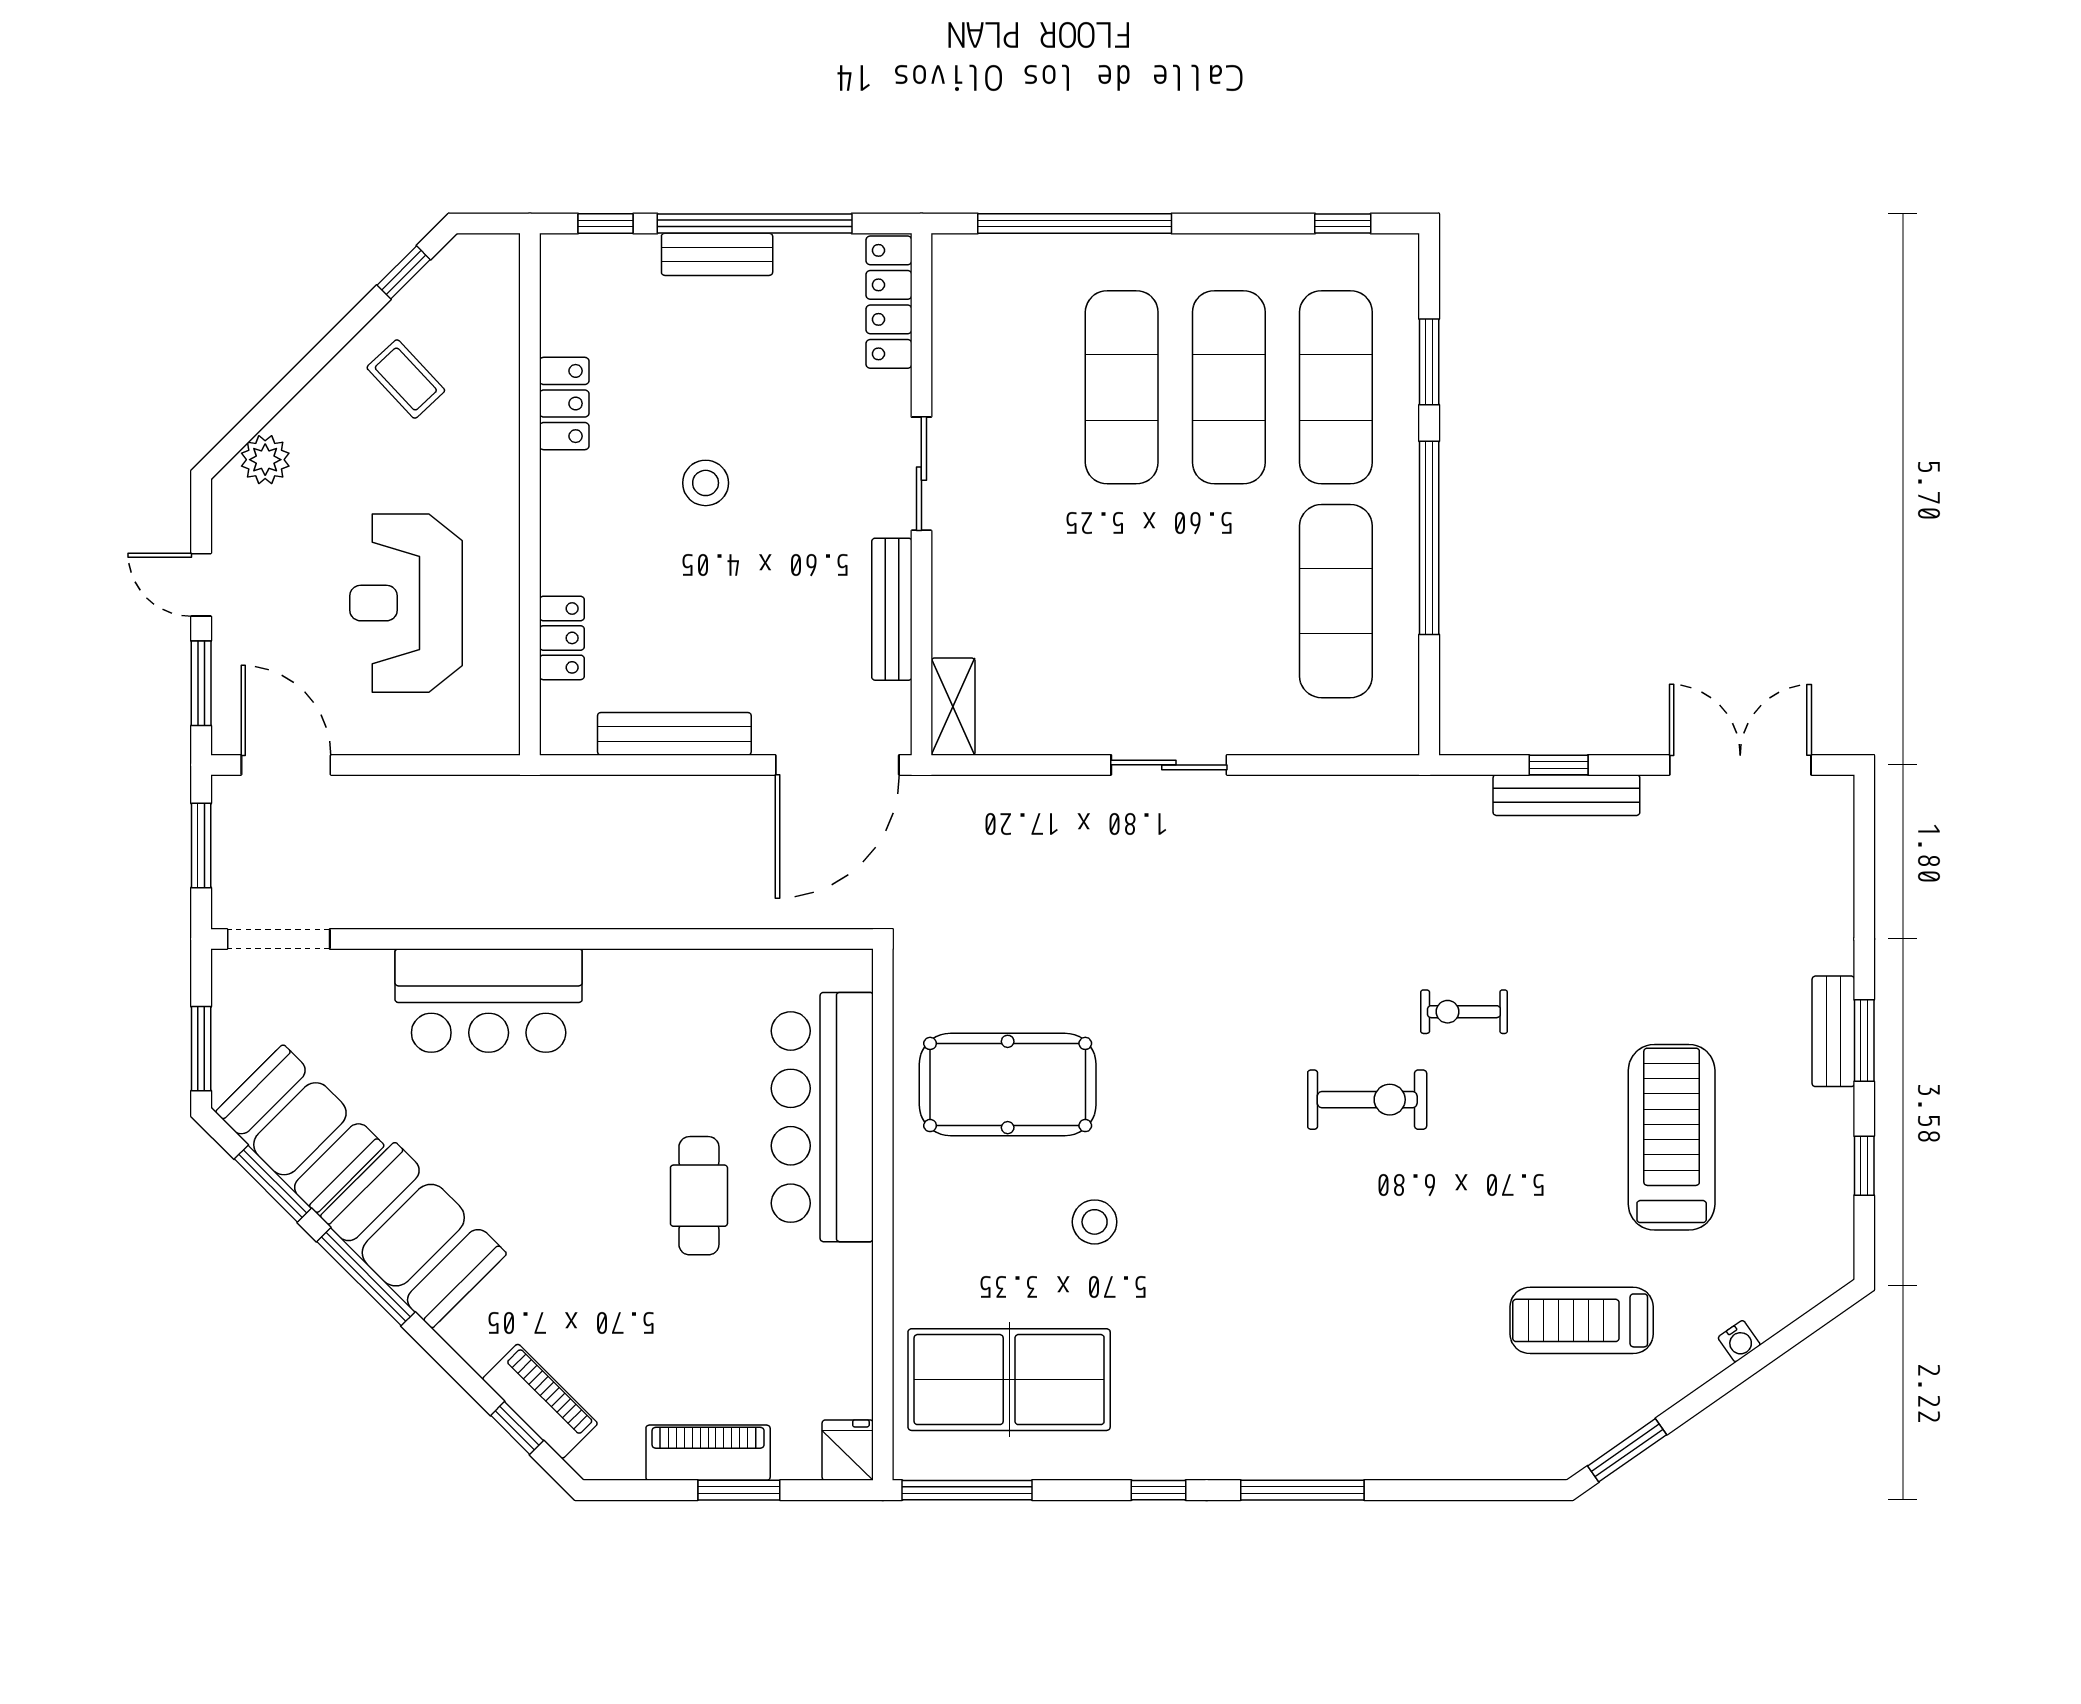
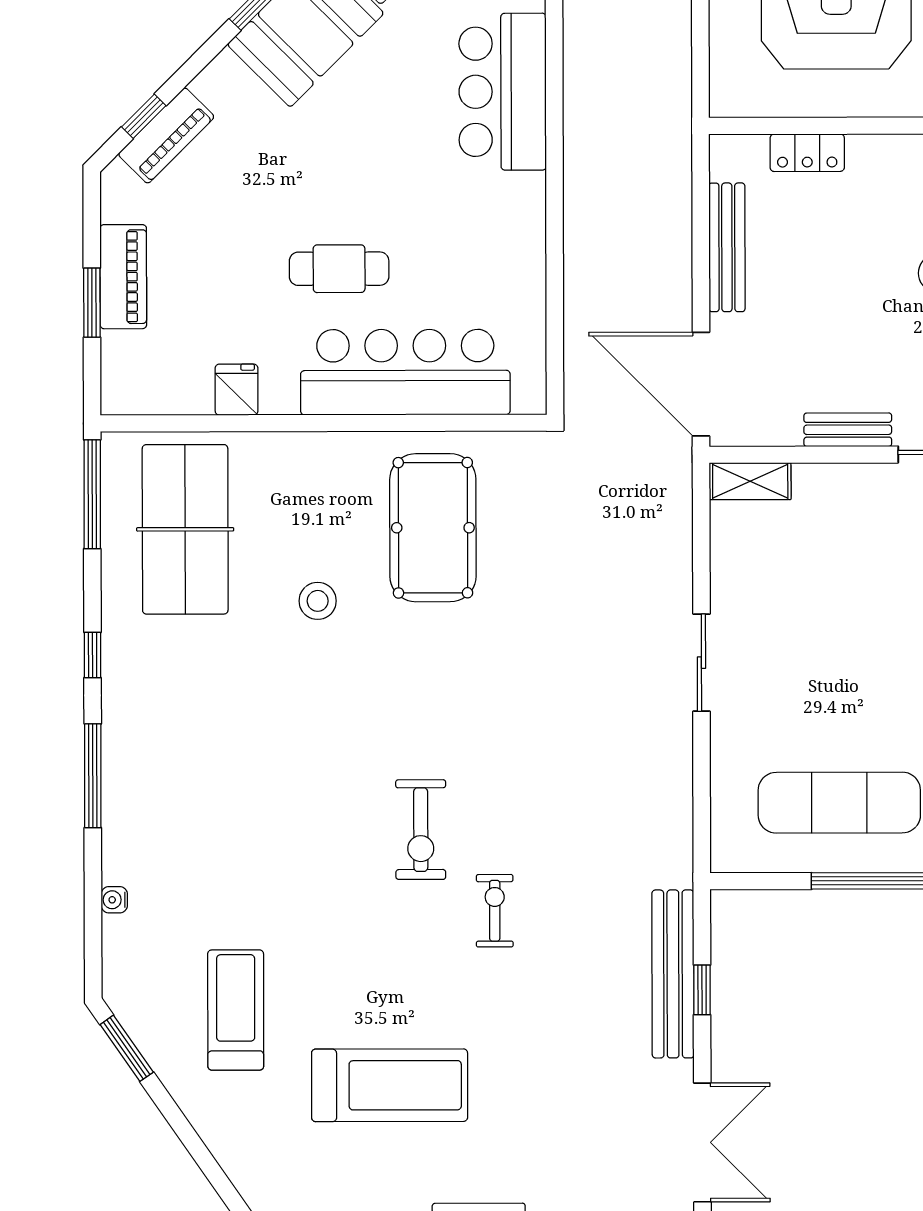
bench: (892, 609) -> (848, 430), width x0.73
bench: (1566, 795) -> (673, 974), width x1.37, depth x1.21
water cooler: (1739, 1341) -> (114, 900), moved, turned 35
fridge: (848, 1450) -> (237, 390), moved, turned -90

